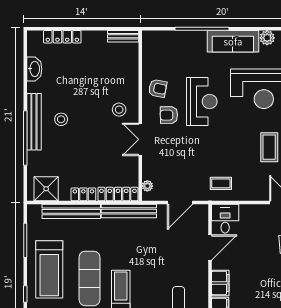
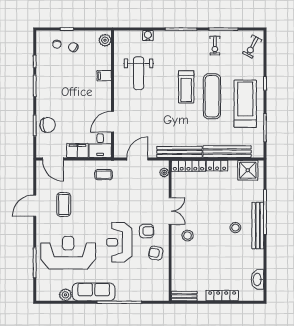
locker: (62, 37) -> (222, 296), moved
washbasin: (34, 69) -> (258, 279), moved
filing cabinet: (220, 283) -> (77, 150), moved, turned 90

